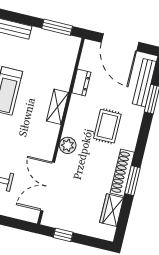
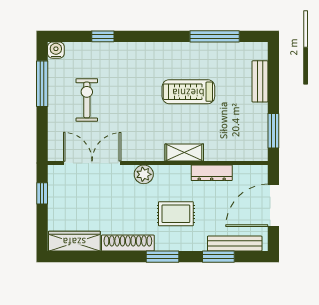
dresser: (81, 83) -> (212, 173), width x1.44
window: (133, 181) -> (162, 257), moved
wardrobe: (112, 210) -> (74, 241), width x1.50

